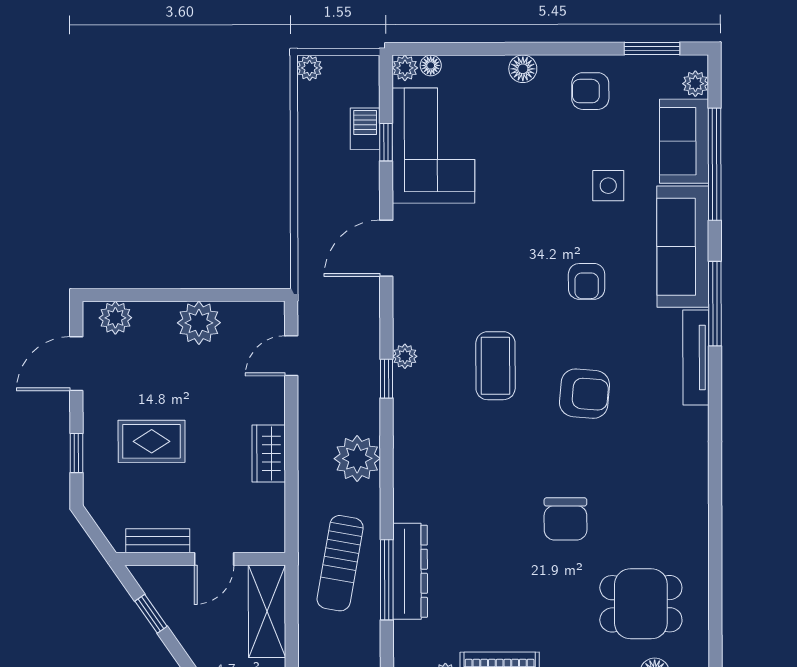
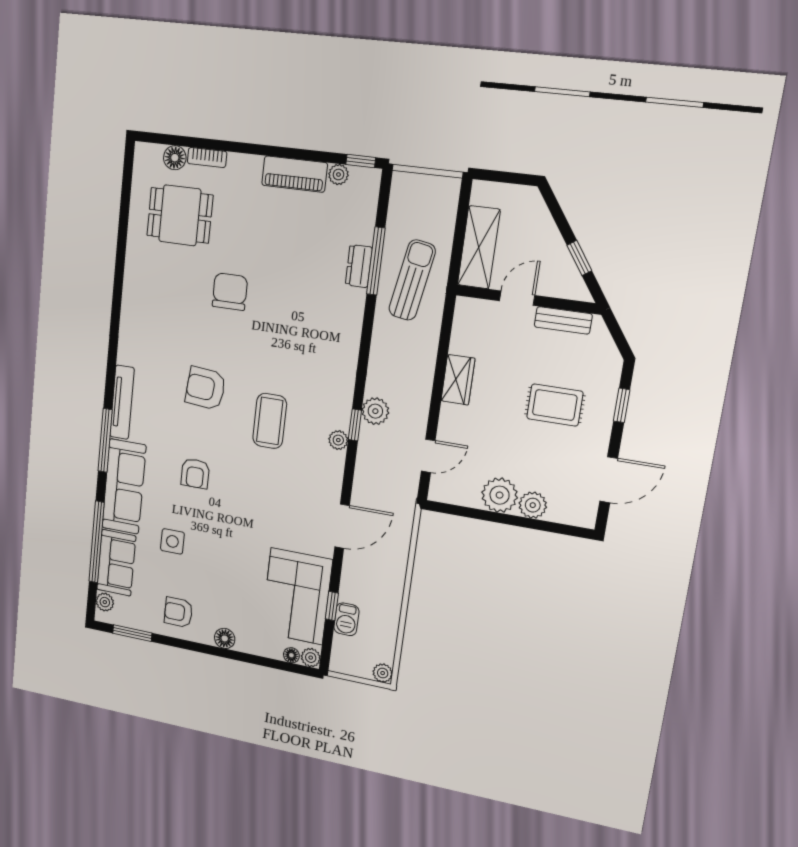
armchair: (590, 91) -> (178, 612), turned 180
armchair: (587, 281) -> (195, 473), turned 180
plant: (115, 318) -> (533, 505), moved
plant: (357, 459) -> (375, 411), moved, width x0.73, depth x0.73
dresser: (410, 571) -> (359, 266), width x0.51, depth x0.80

